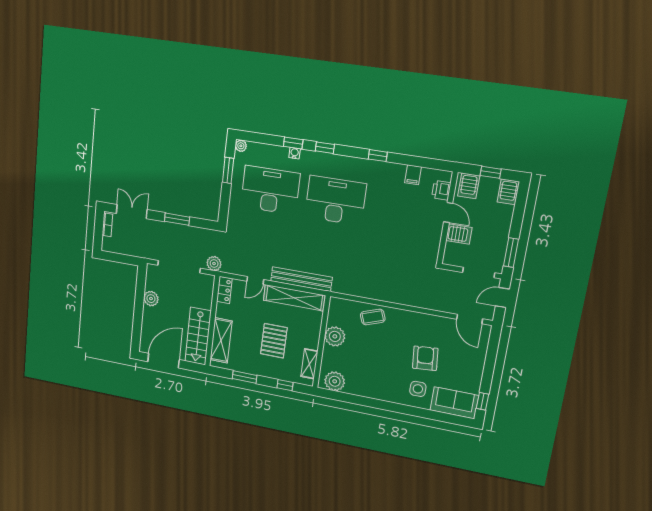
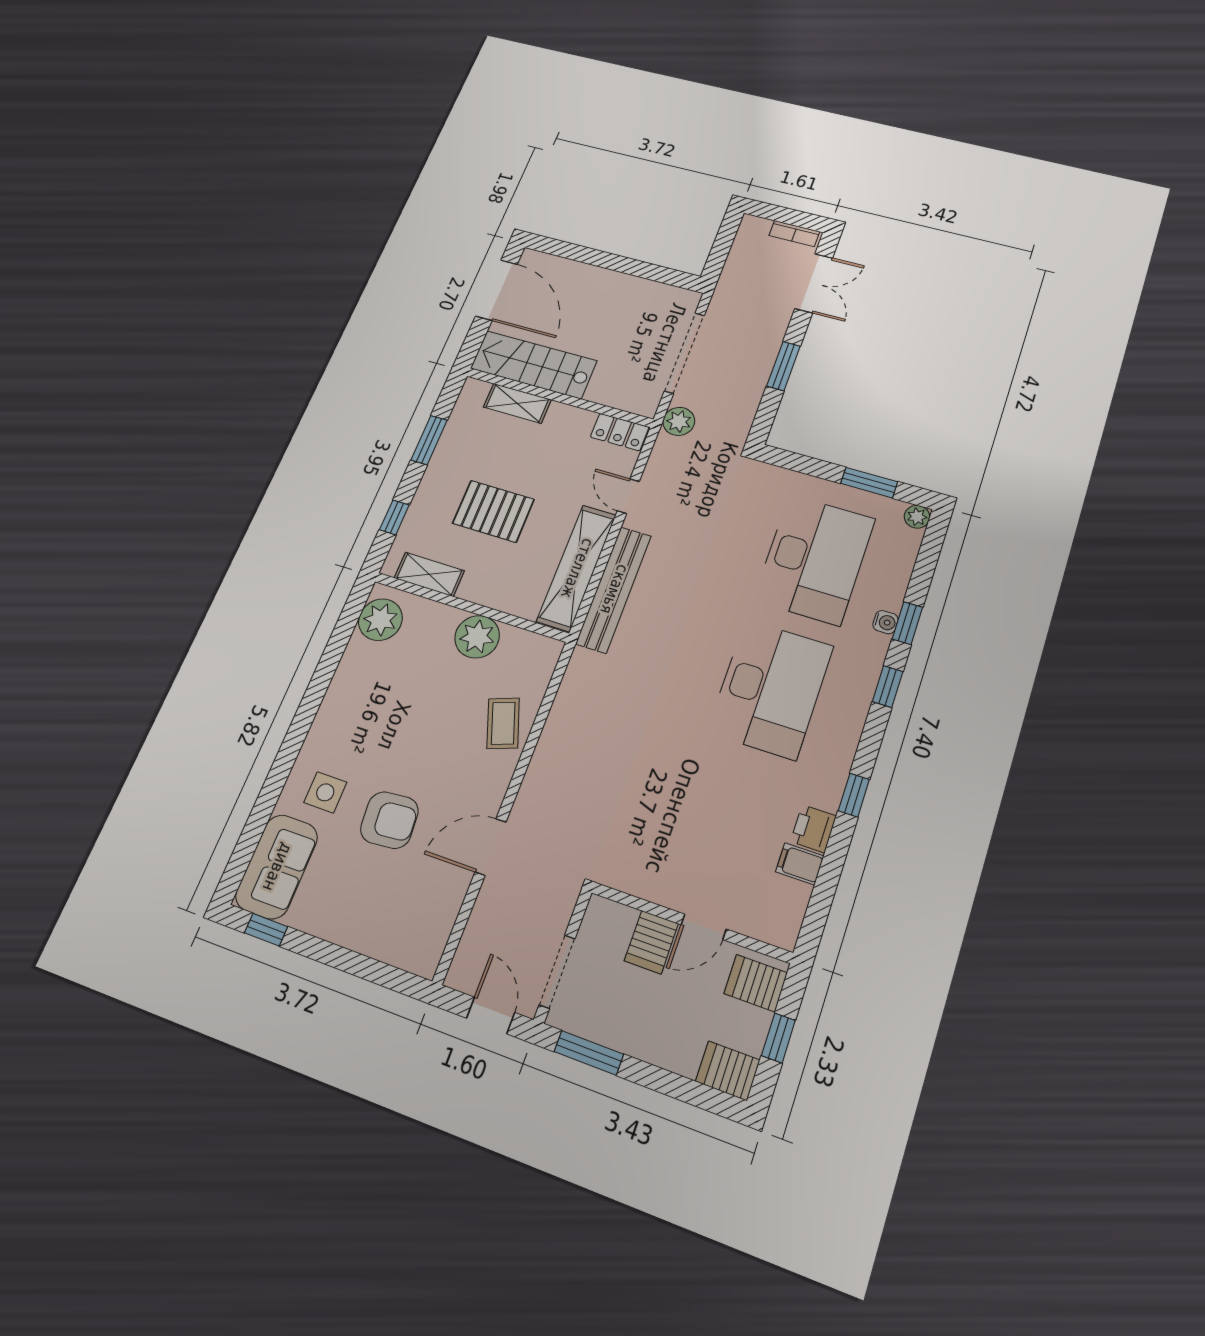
printer: (441, 190) -> (813, 829), moved, turned -90
plant: (151, 299) -> (629, 289), removed
door: (470, 319) -> (491, 847), moved
shelving: (221, 340) -> (517, 403), width x0.67, depth x0.75

